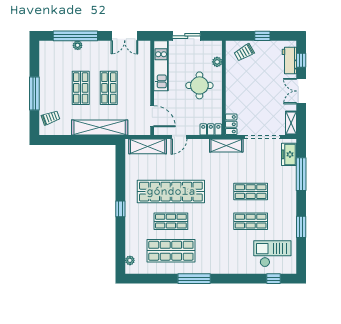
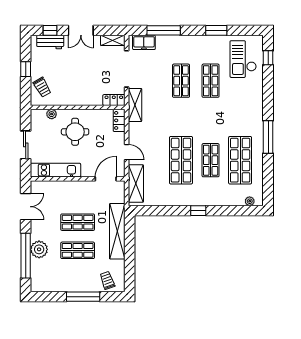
plant: (78, 45) -> (39, 249), width x1.88, depth x1.88
shop shelf: (171, 192) -> (181, 160), width x0.71

